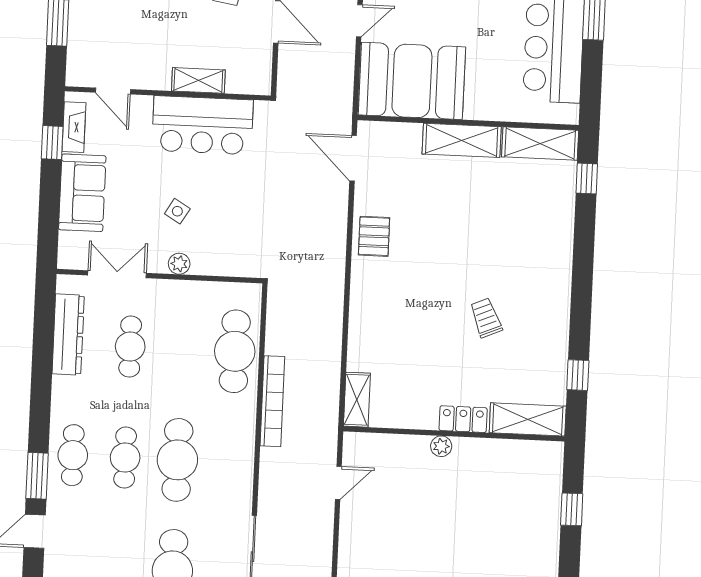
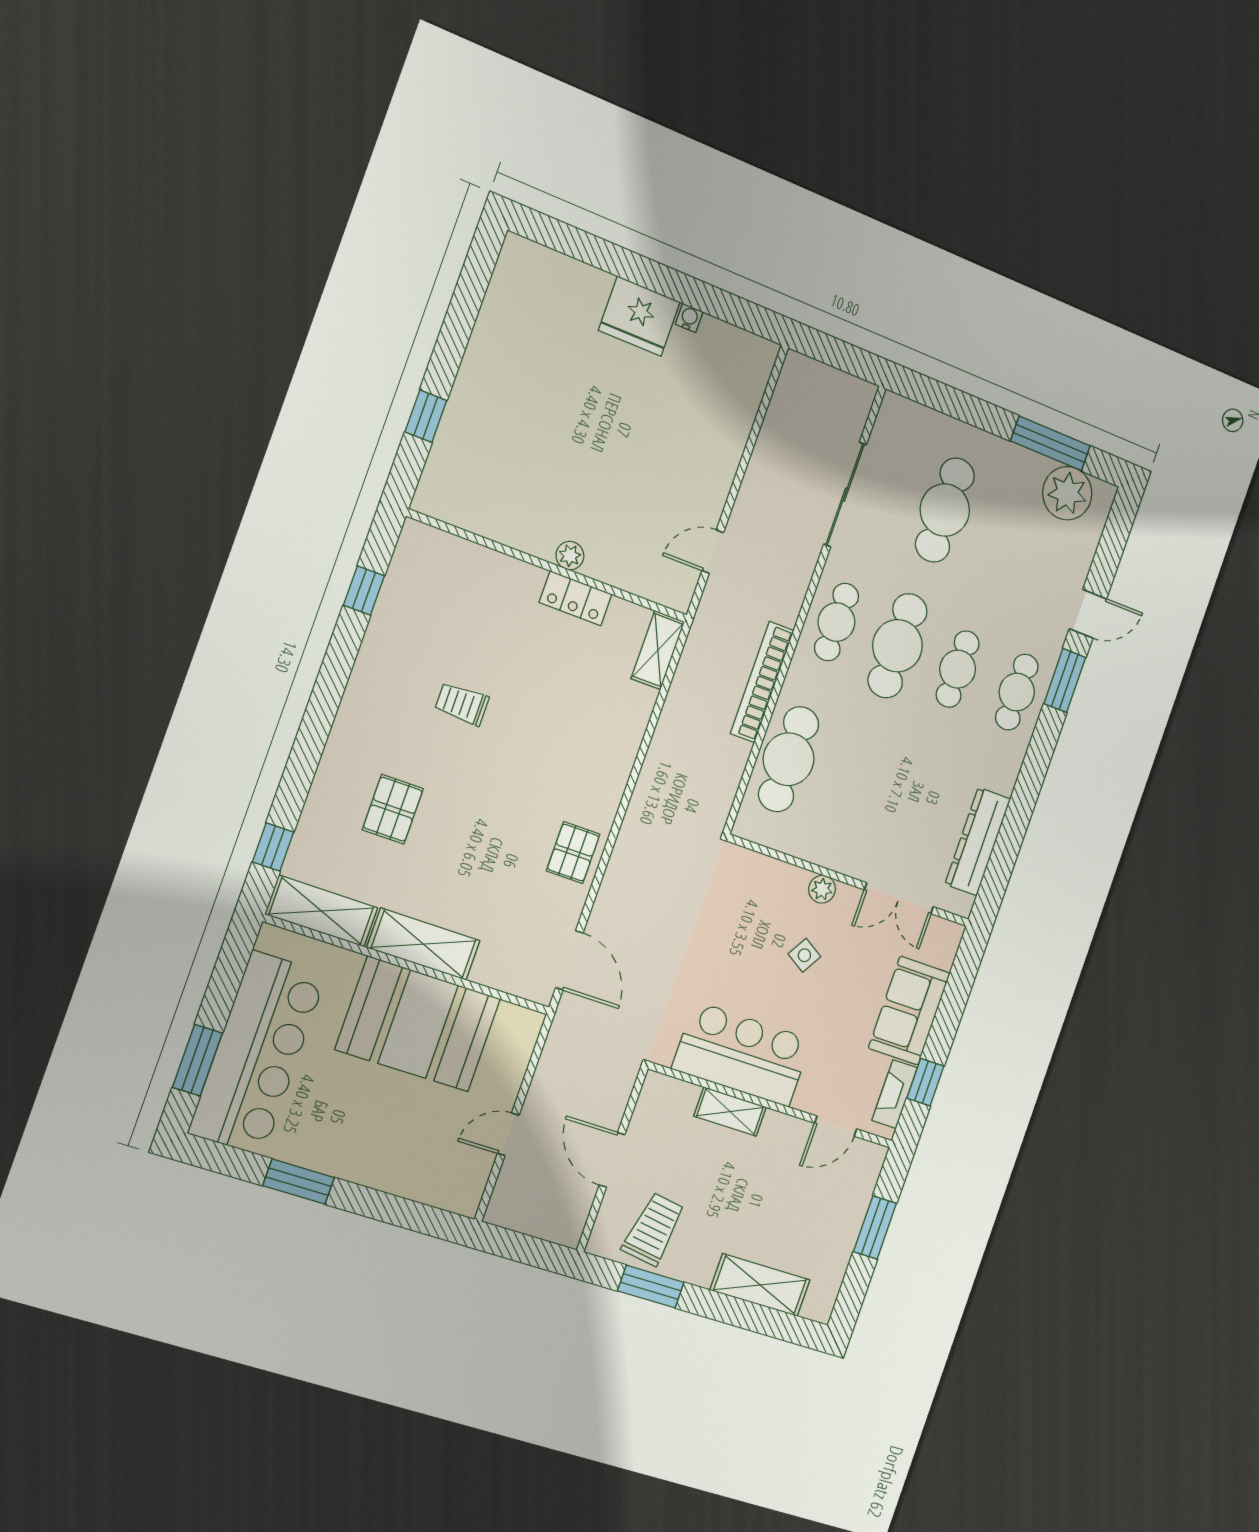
booth: (412, 81) -> (418, 1024), moved
door: (113, 91) -> (836, 1126), swing flipped
pallet: (512, 229) -> (393, 809), added
trolley: (486, 318) -> (462, 704), turned 113
cafe table: (130, 347) -> (836, 622), moved
locker: (463, 419) -> (575, 598), moved
shelving: (528, 419) -> (448, 554), removed

